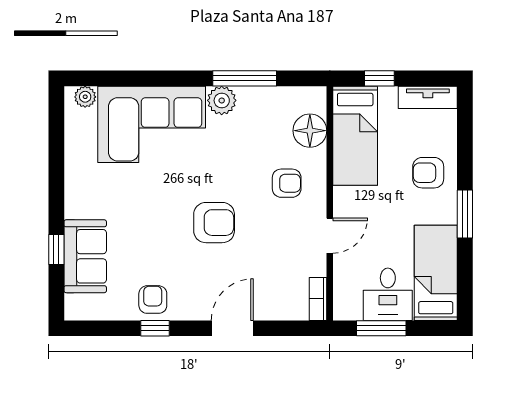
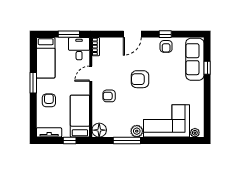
floor lamp: (310, 131) -> (99, 130), moved
armchair: (428, 173) -> (49, 100), turned -90
sofa: (85, 256) -> (195, 59), width x1.36
desk: (388, 294) -> (79, 49), moved

